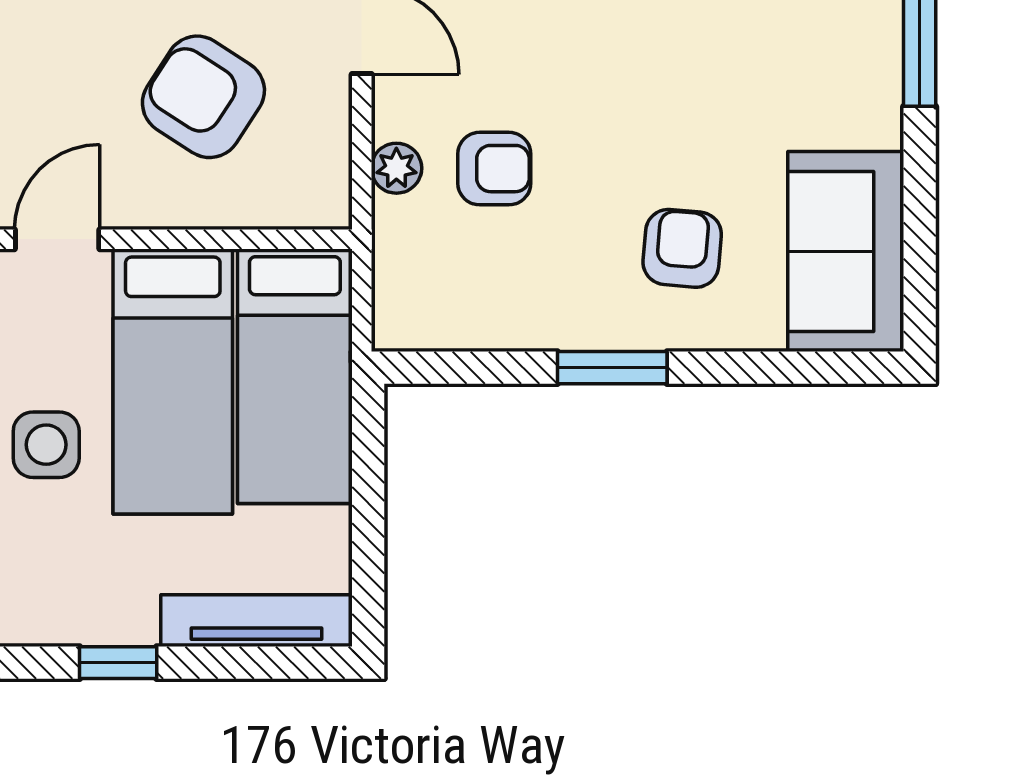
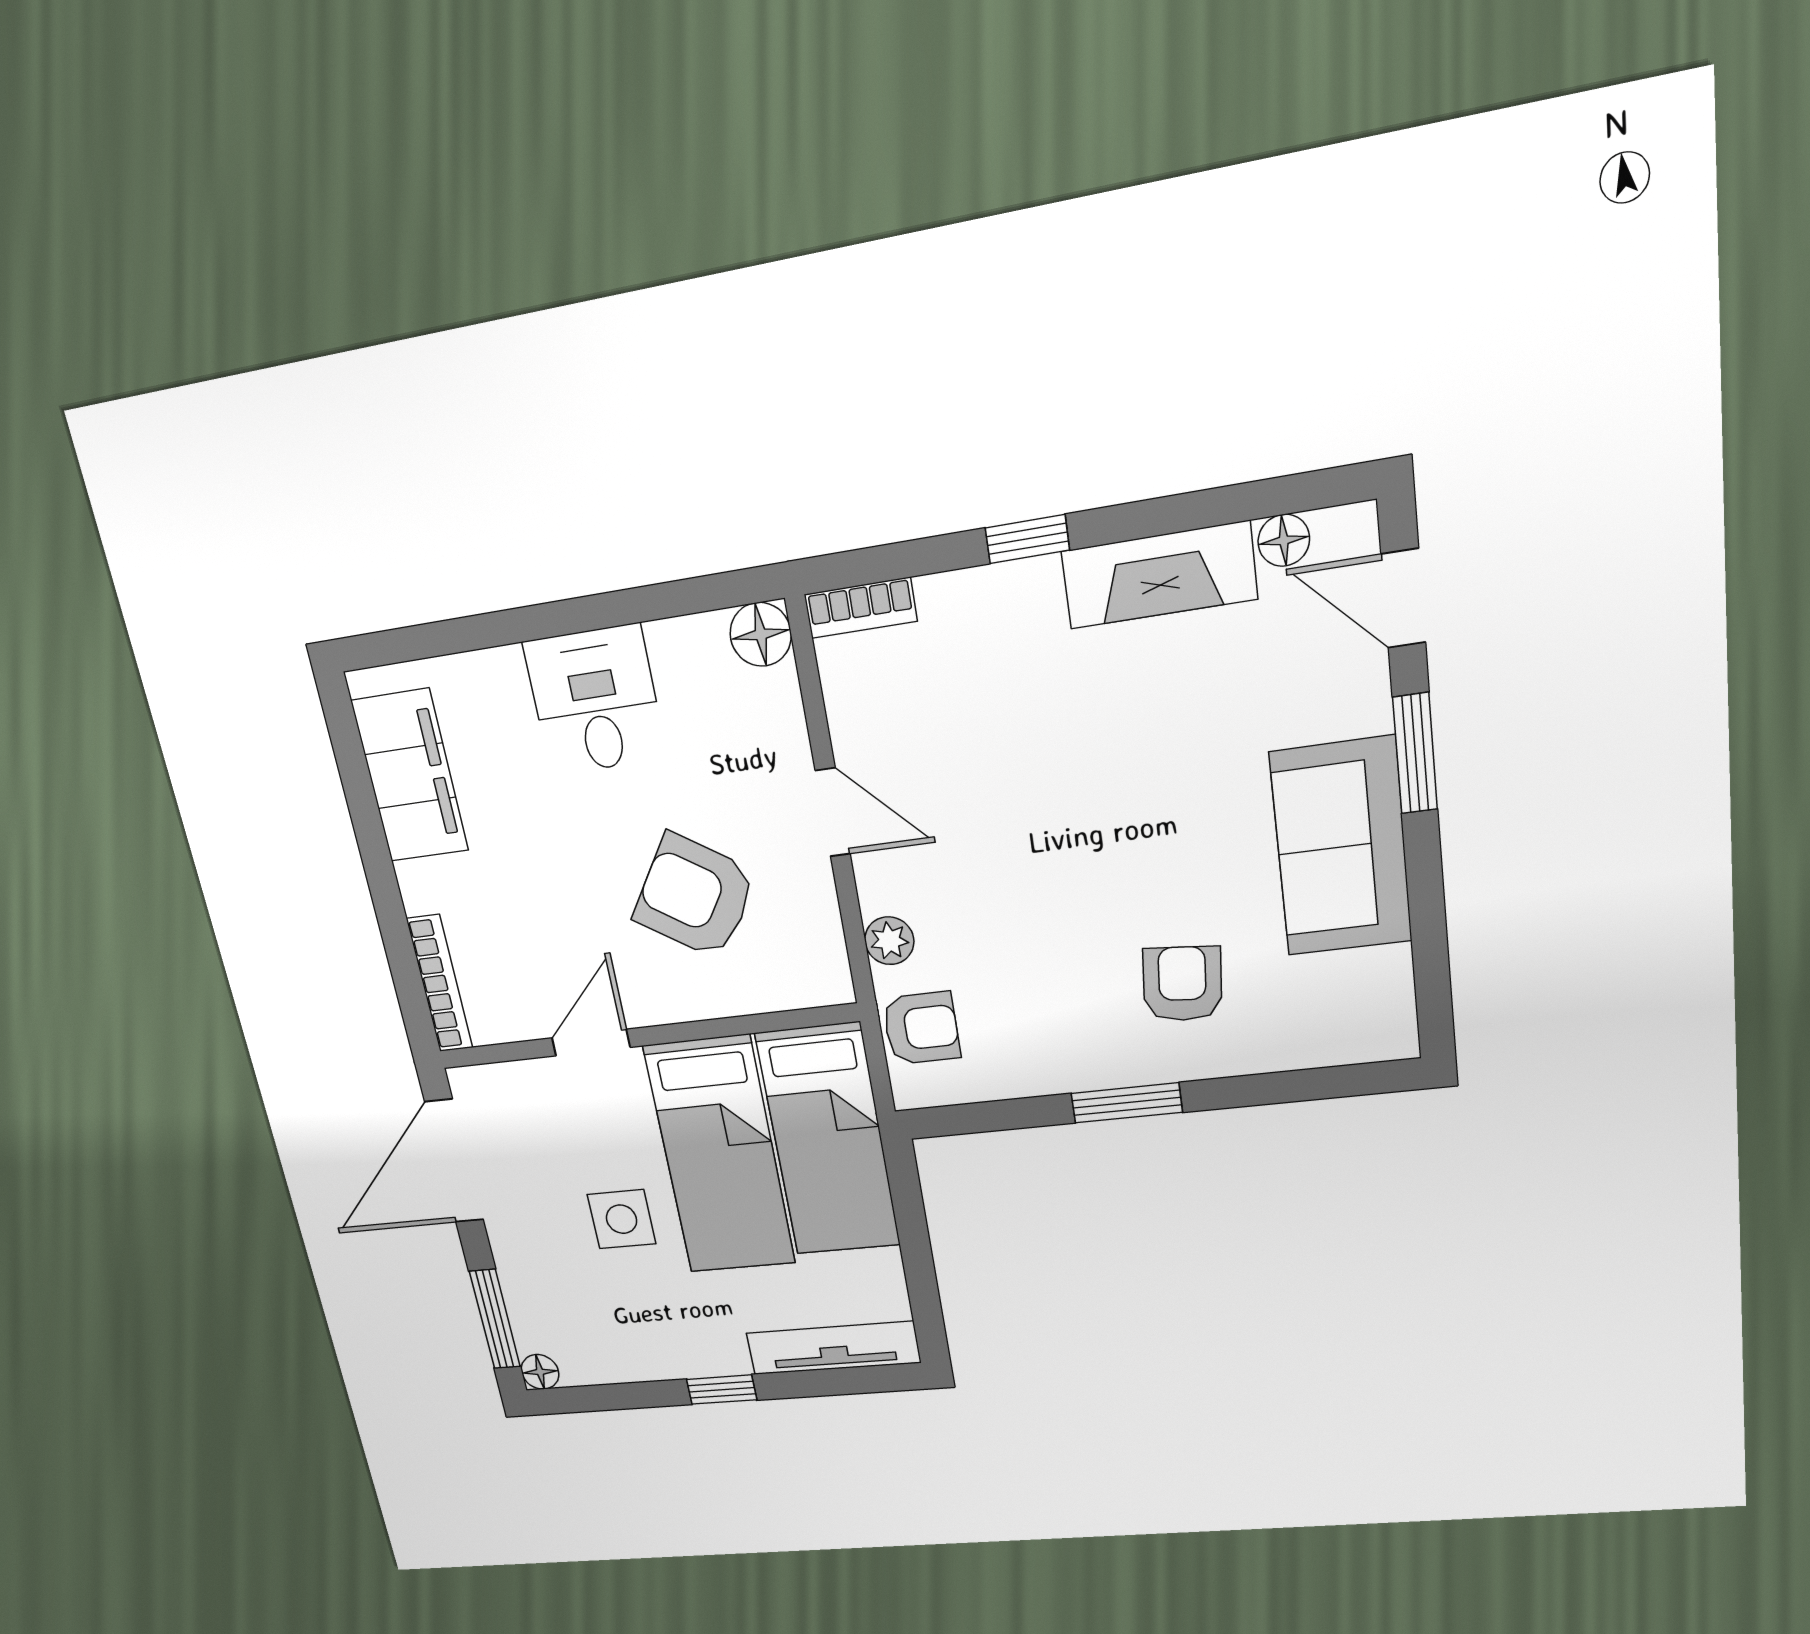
armchair: (494, 169) -> (921, 1028), moved
sofa: (846, 251) -> (1341, 847), moved

